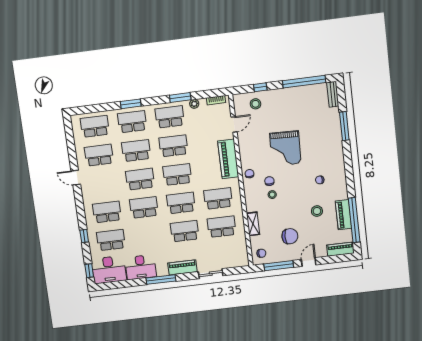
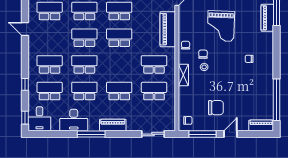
school desk: (181, 203) -> (84, 91), moved
stool: (317, 211) -> (243, 87), removed
piano: (343, 215) -> (267, 18), moved
shelving: (253, 224) -> (183, 75), moved
desk: (109, 270) -> (39, 119), width x0.73
sliding door: (211, 274) -> (153, 134), moved

